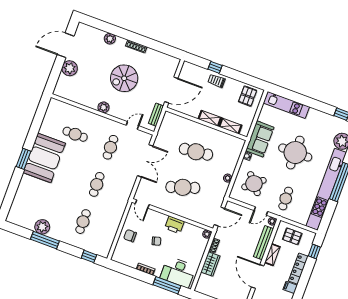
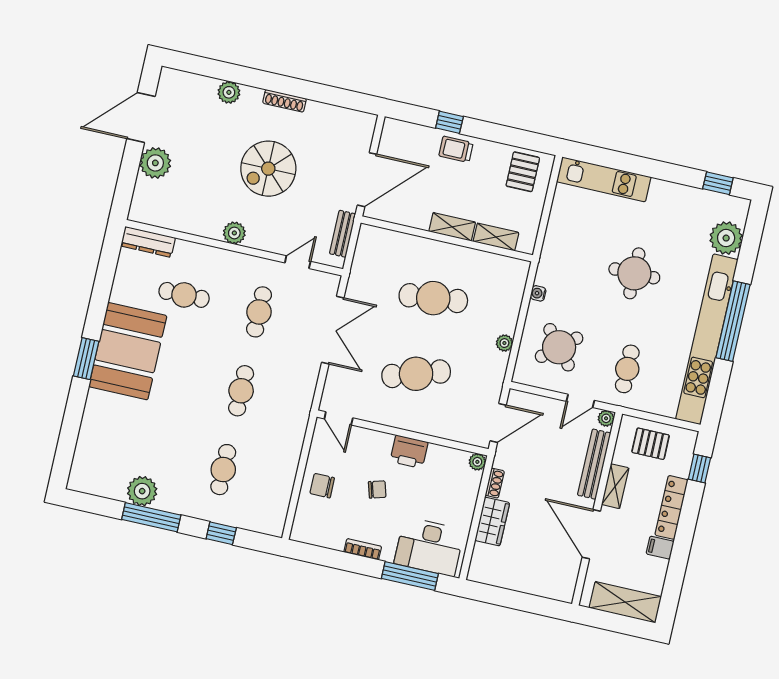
dresser: (61, 106) -> (148, 242), added
sofa: (260, 139) -> (559, 255), removed
round table: (295, 153) -> (634, 273), width x0.73, depth x0.73
window: (89, 256) -> (221, 533), moved

